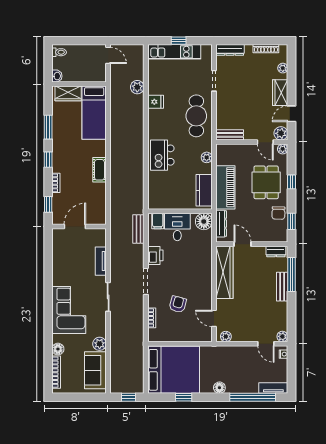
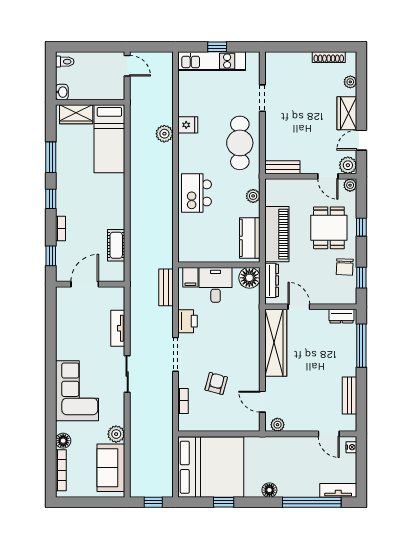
dresser: (230, 50) -> (283, 59), removed
plant: (137, 87) -> (164, 134), moved
cot: (99, 170) -> (116, 245), moved
bench: (282, 287) -> (349, 396), moved
plant: (282, 336) -> (350, 425), removed

